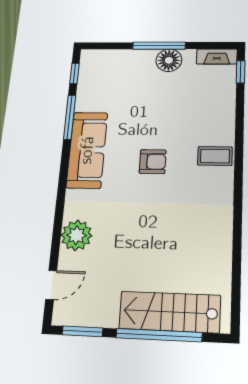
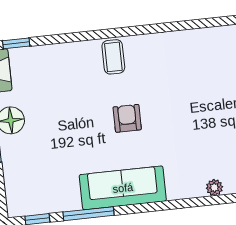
plant: (76, 235) -> (214, 188), width x0.53, depth x0.53

